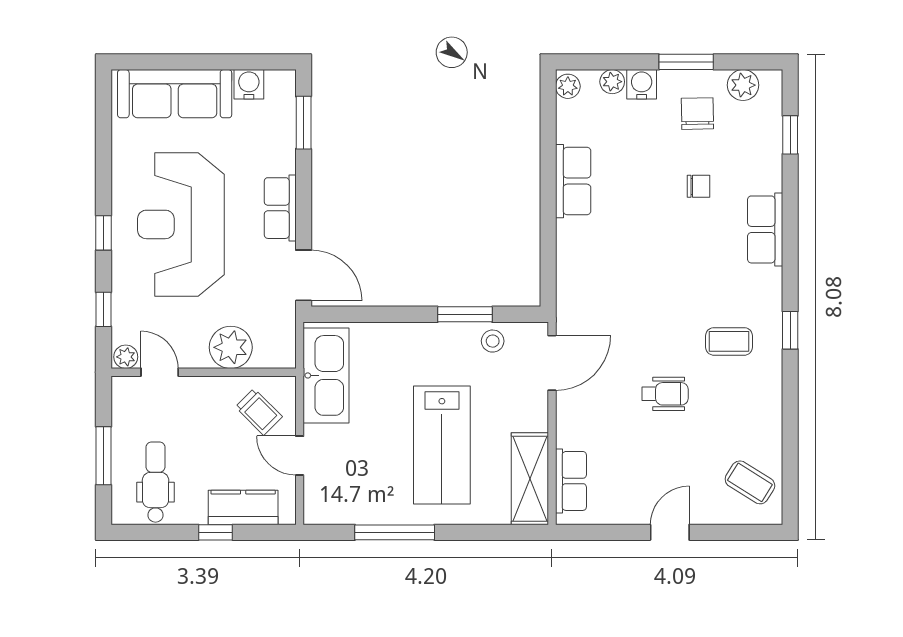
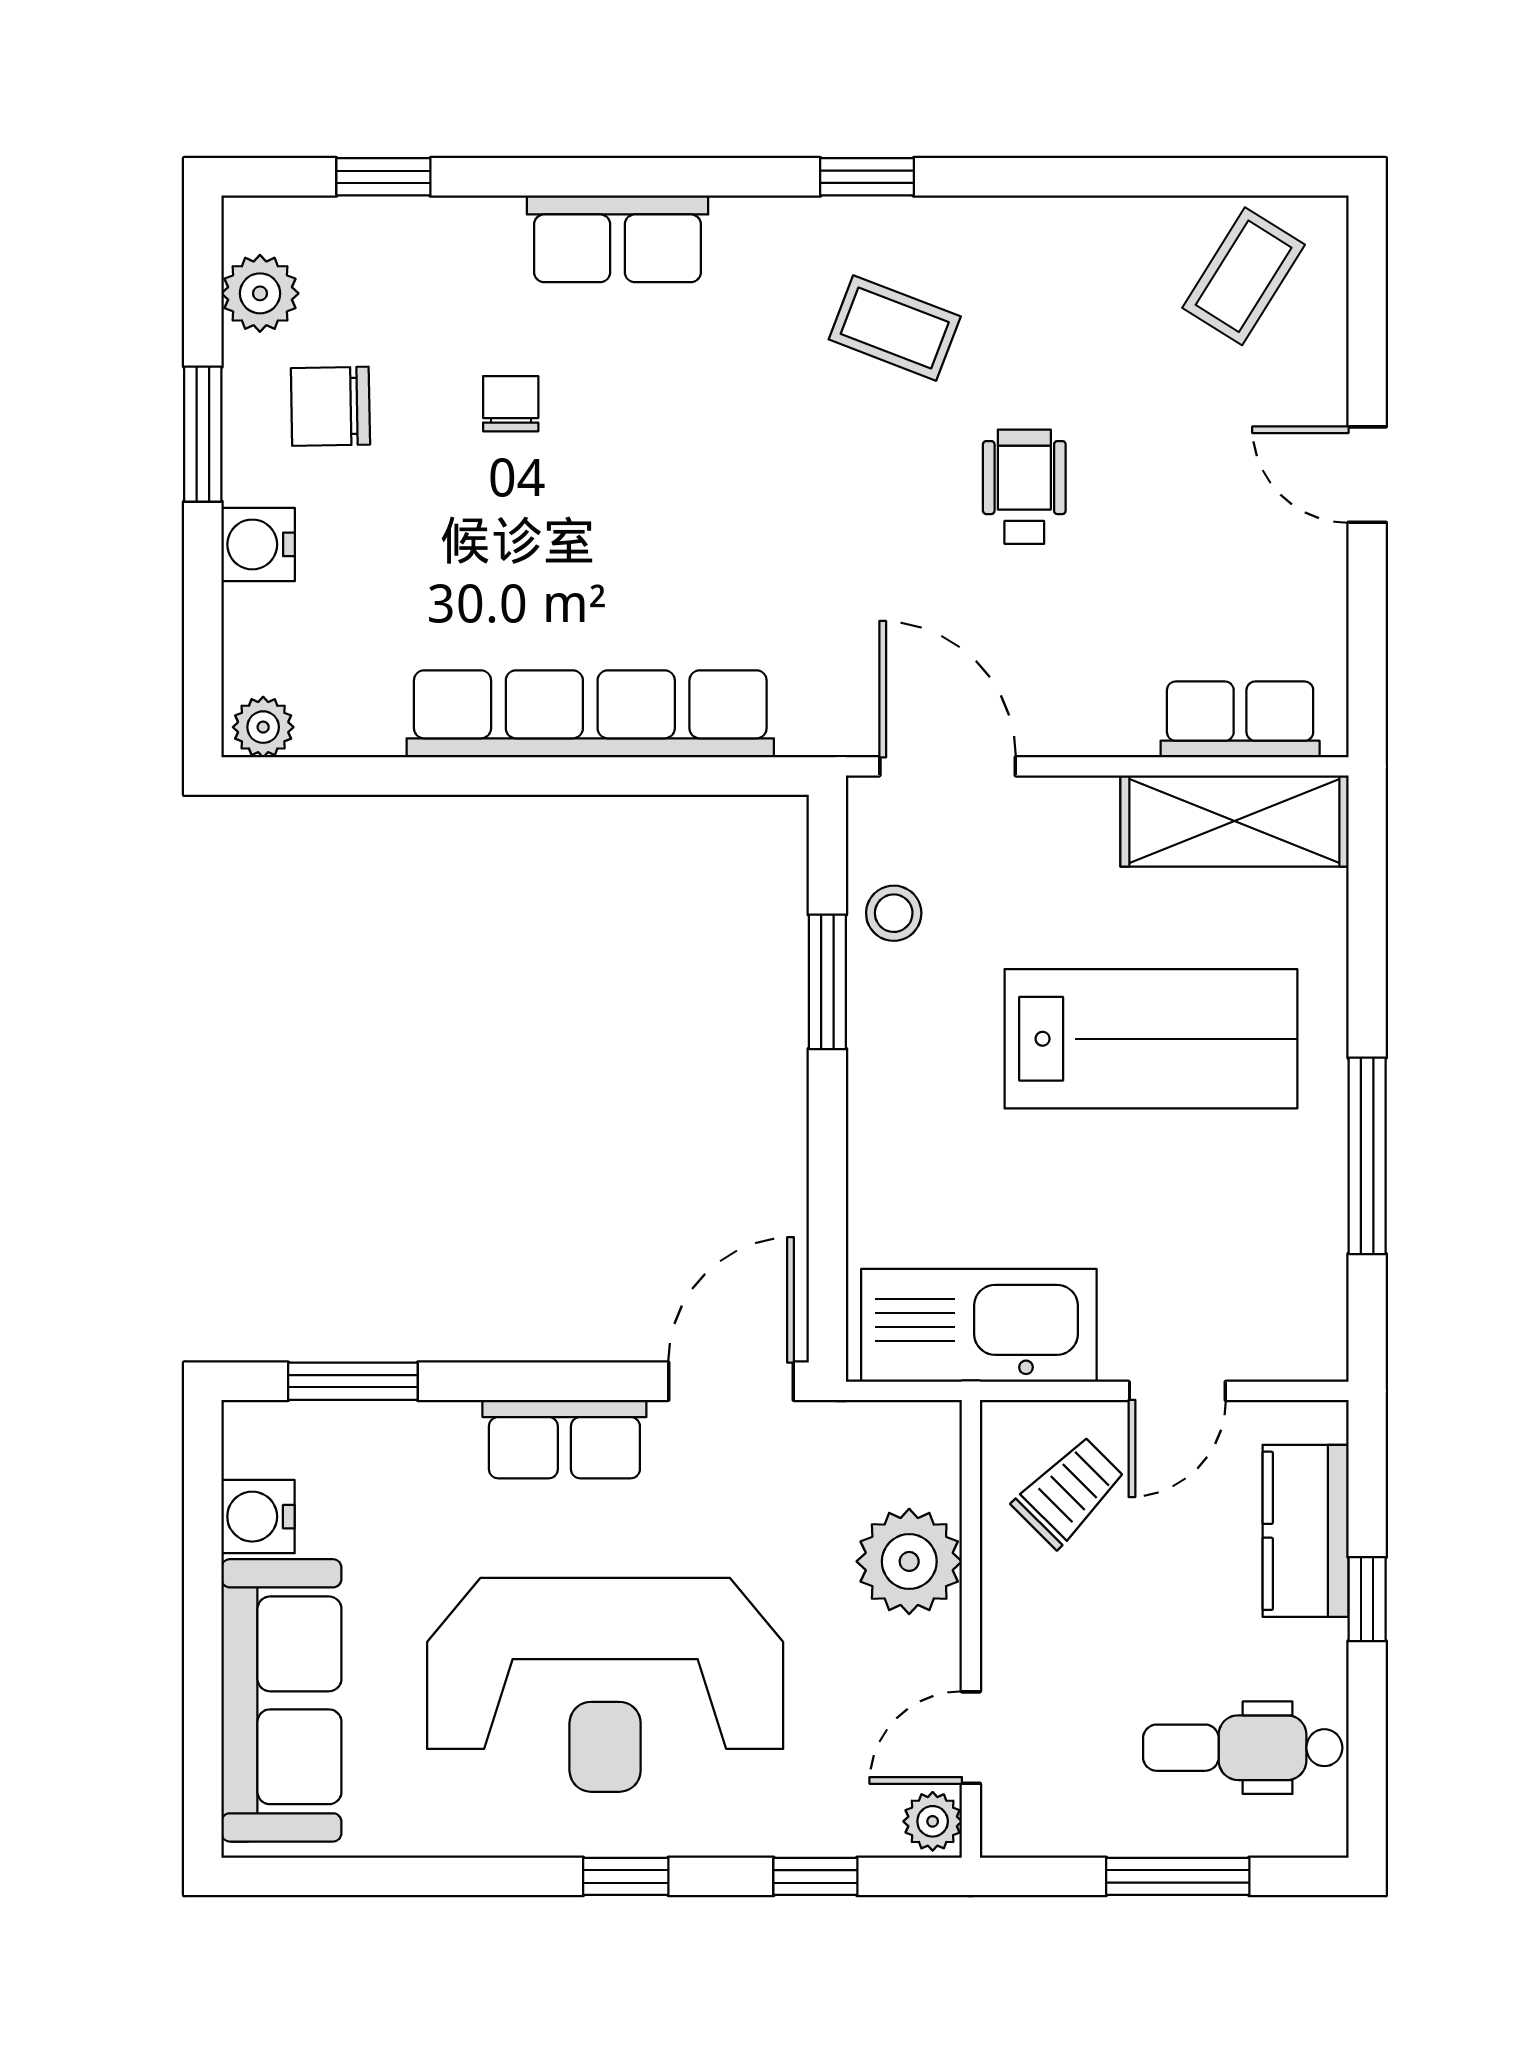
plant: (612, 82) -> (252, 617), removed
row of seats: (573, 181) -> (590, 714), width x2.02
coffee table: (729, 341) -> (895, 328), turned -69

